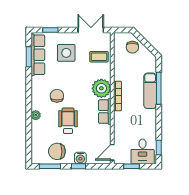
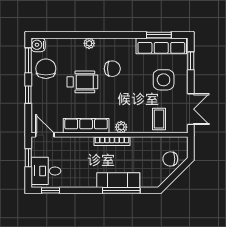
plant: (101, 88) -> (121, 127), width x0.53, depth x0.53
row of seats: (105, 112) -> (86, 126), width x1.48
water cooler: (80, 158) -> (38, 45), moved

